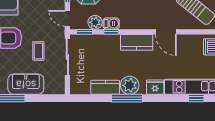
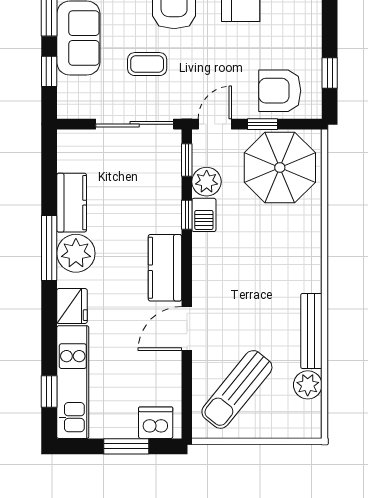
window: (42, 98) -> (49, 71), added

